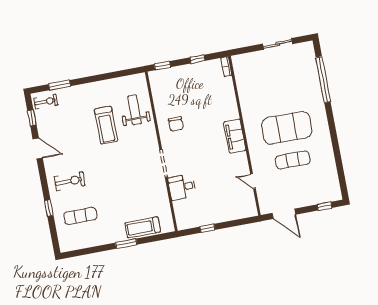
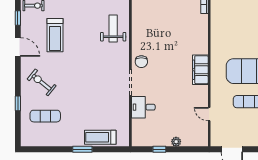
chair: (176, 124) -> (141, 62), moved
treadmill: (106, 125) -> (55, 35), moved
exercise bike: (70, 181) -> (42, 82), turned -141
plant: (224, 217) -> (176, 142), added

